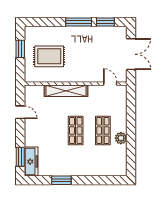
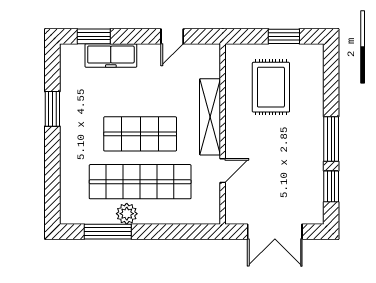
door: (110, 84) -> (223, 171), moved
shop shelf: (76, 131) -> (140, 134), width x1.43, depth x1.36
shop shelf: (103, 131) -> (140, 182), width x2.00, depth x1.36
window: (131, 149) -> (108, 232), added
freezer: (31, 162) -> (111, 55), moved

